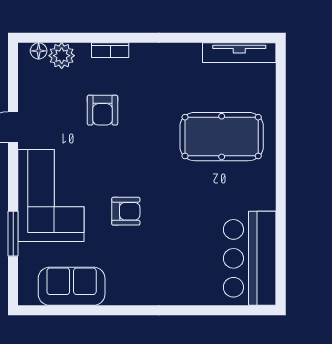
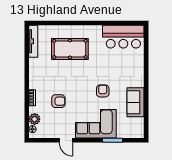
pool table: (222, 137) -> (70, 49), turned 90
sofa: (72, 286) -> (136, 102), moved

